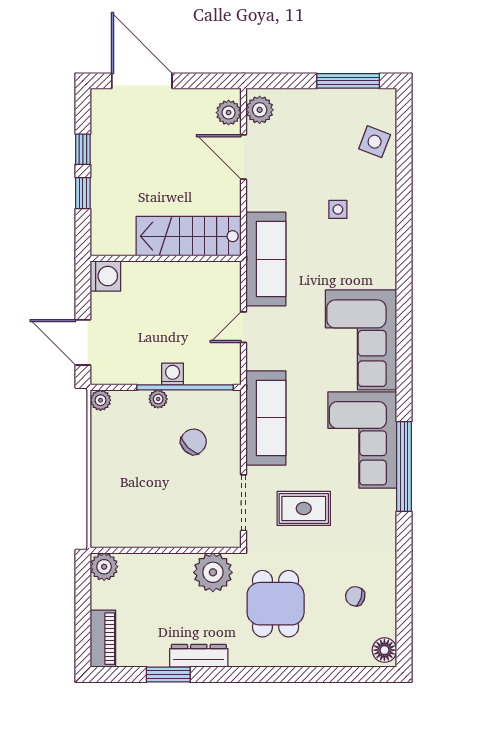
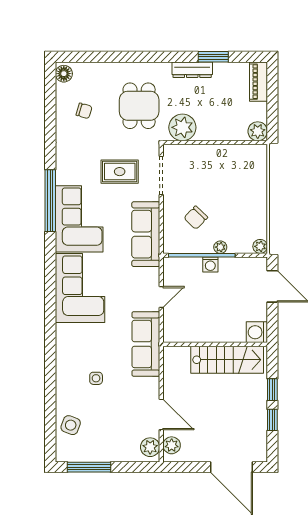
stairs: (189, 236) -> (227, 360), moved

